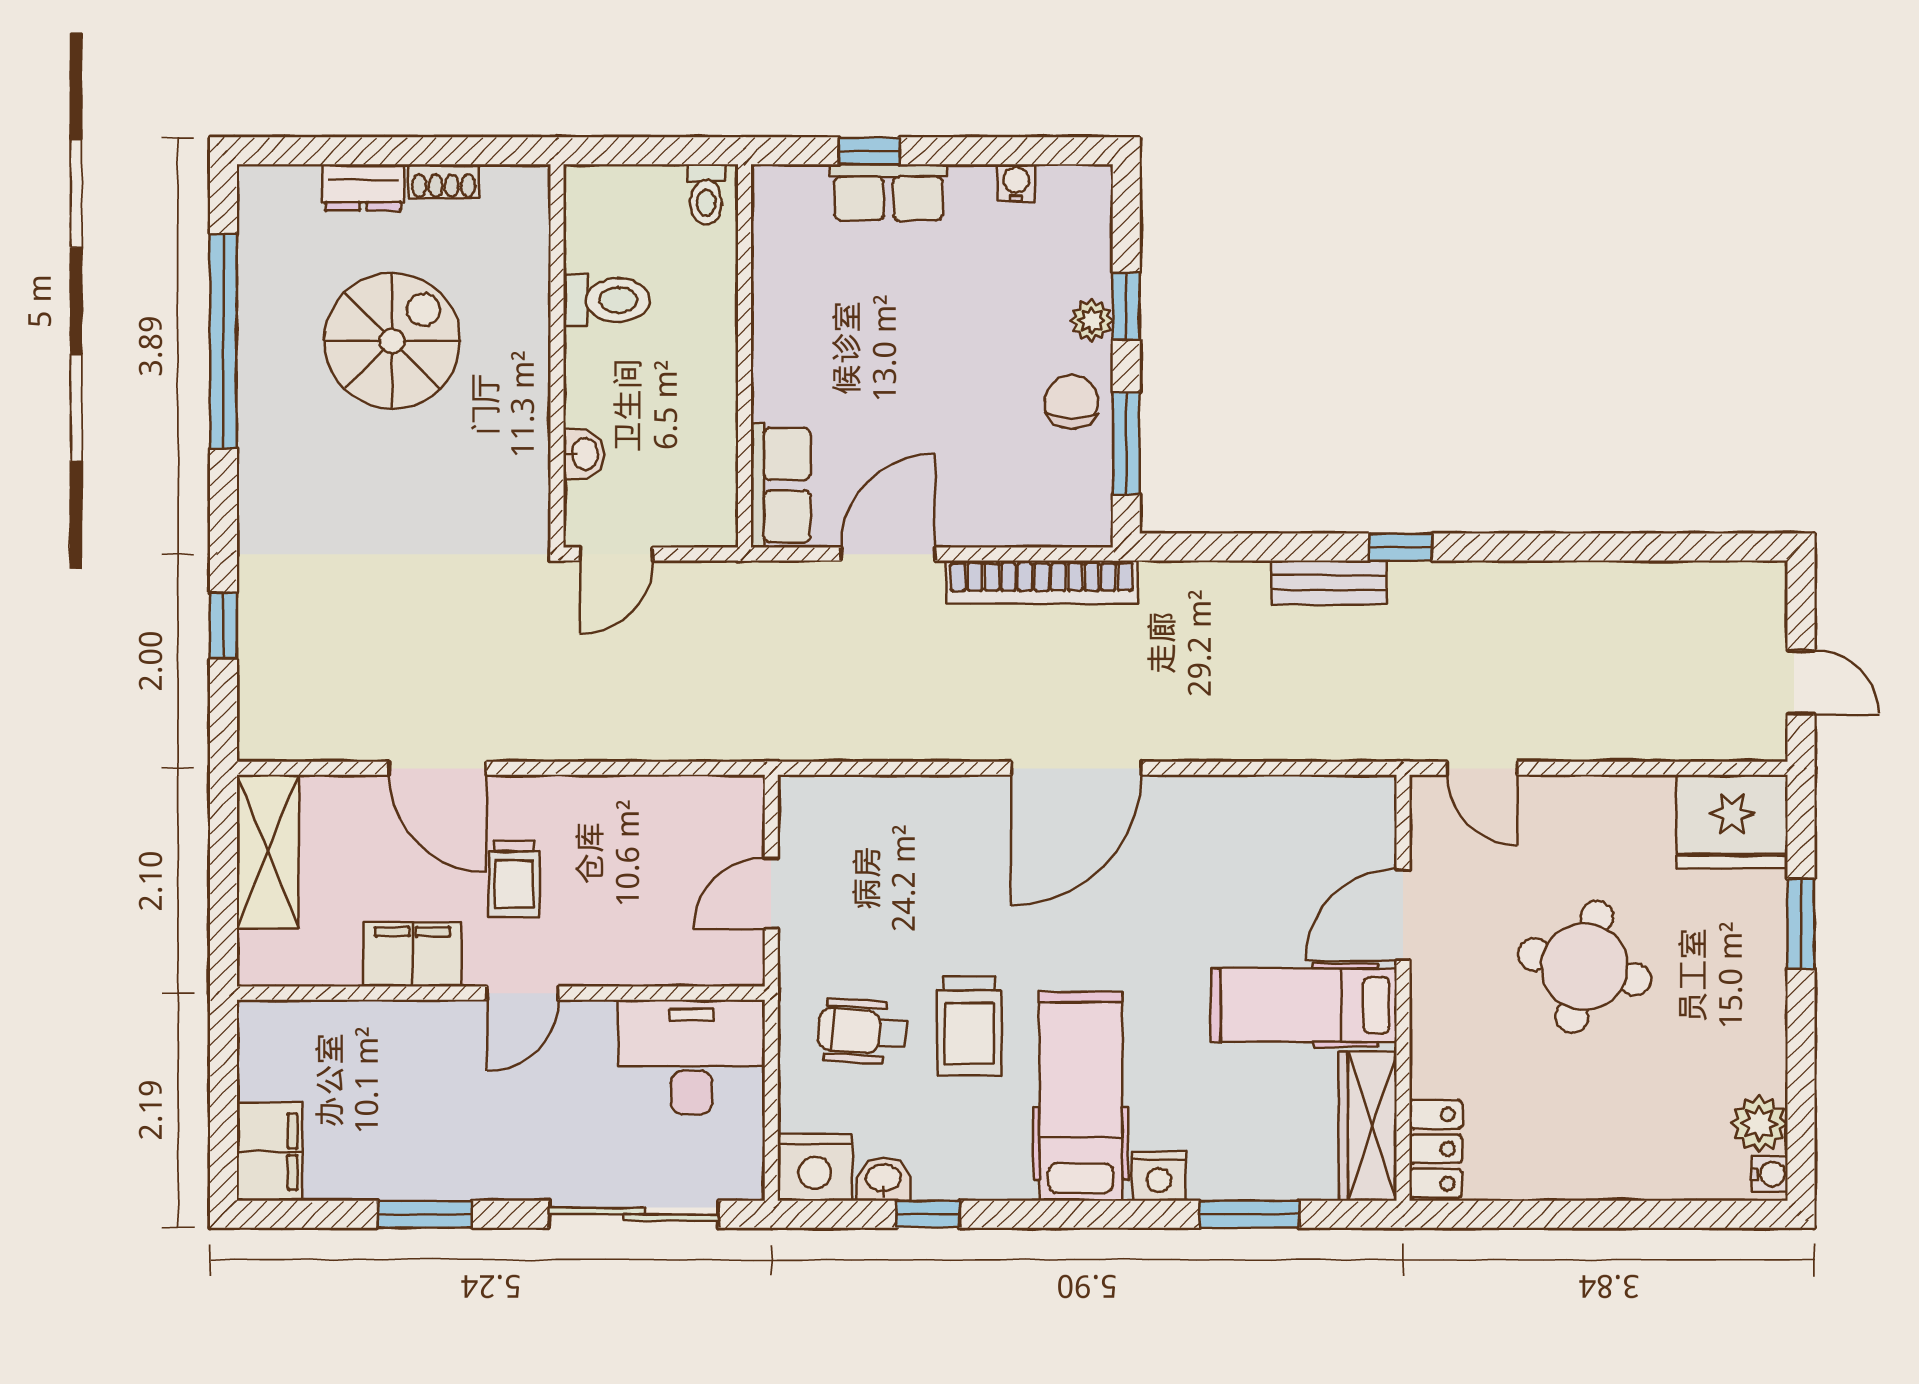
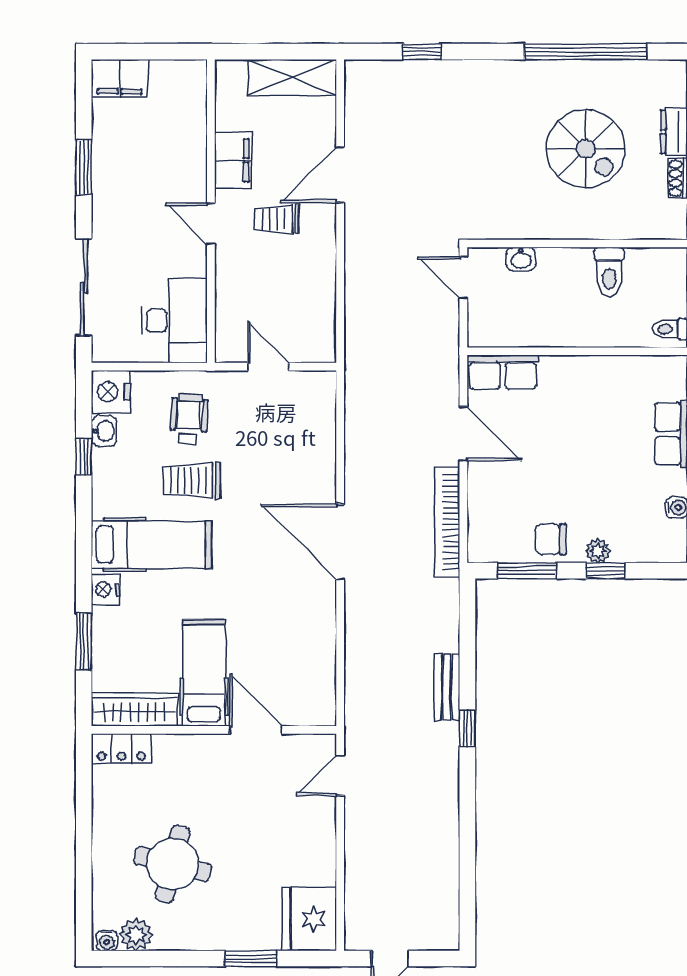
chair: (1072, 402) -> (551, 539), turned 180
round table: (1584, 967) -> (173, 864), moved

